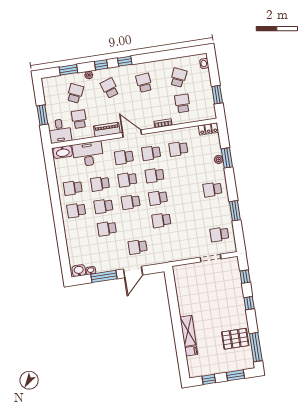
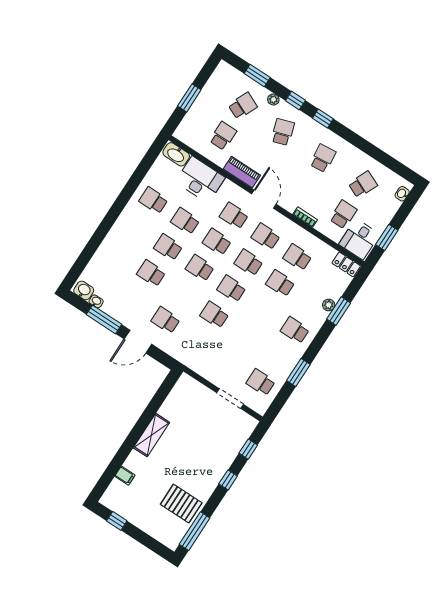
desk: (60, 131) -> (359, 239), moved
school desk: (76, 210) -> (280, 283), moved
shelving: (188, 331) -> (151, 435), moved
window: (235, 375) -> (148, 541), removed

